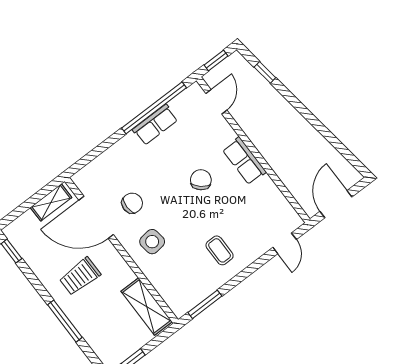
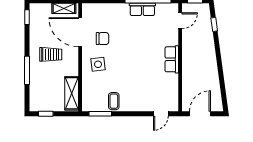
chair: (201, 180) -> (144, 53), removed
coffee table: (220, 250) -> (114, 101), moved
trolley: (80, 276) -> (51, 54), turned 180

